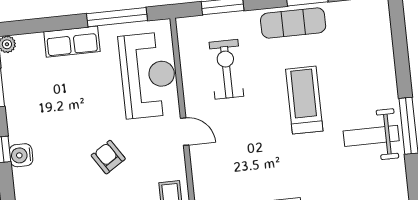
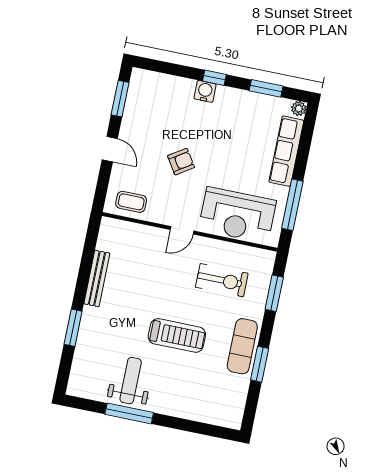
row of seats: (72, 42) -> (286, 151), width x1.48

